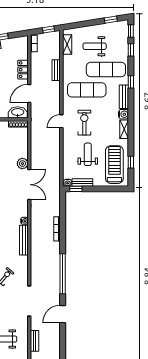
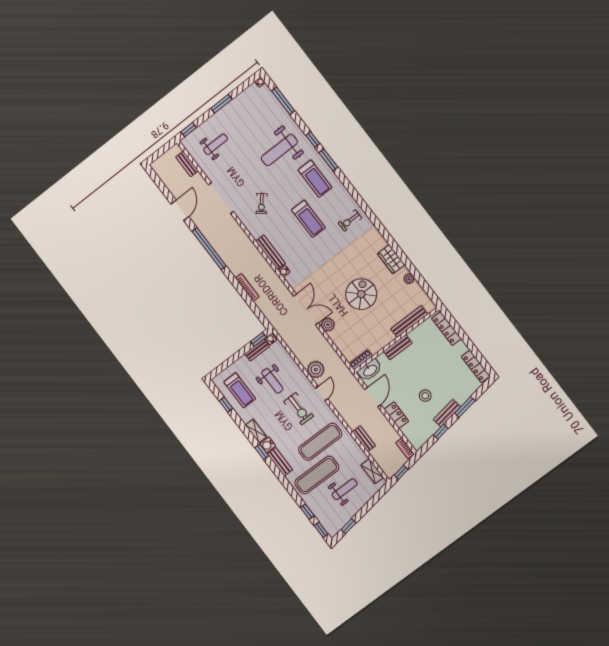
window: (131, 82) -> (262, 452), moved
plant: (53, 140) -> (316, 370), added
treadmill: (114, 165) -> (240, 390), width x0.73, depth x0.73
double door: (29, 185) -> (306, 309), swing flipped

